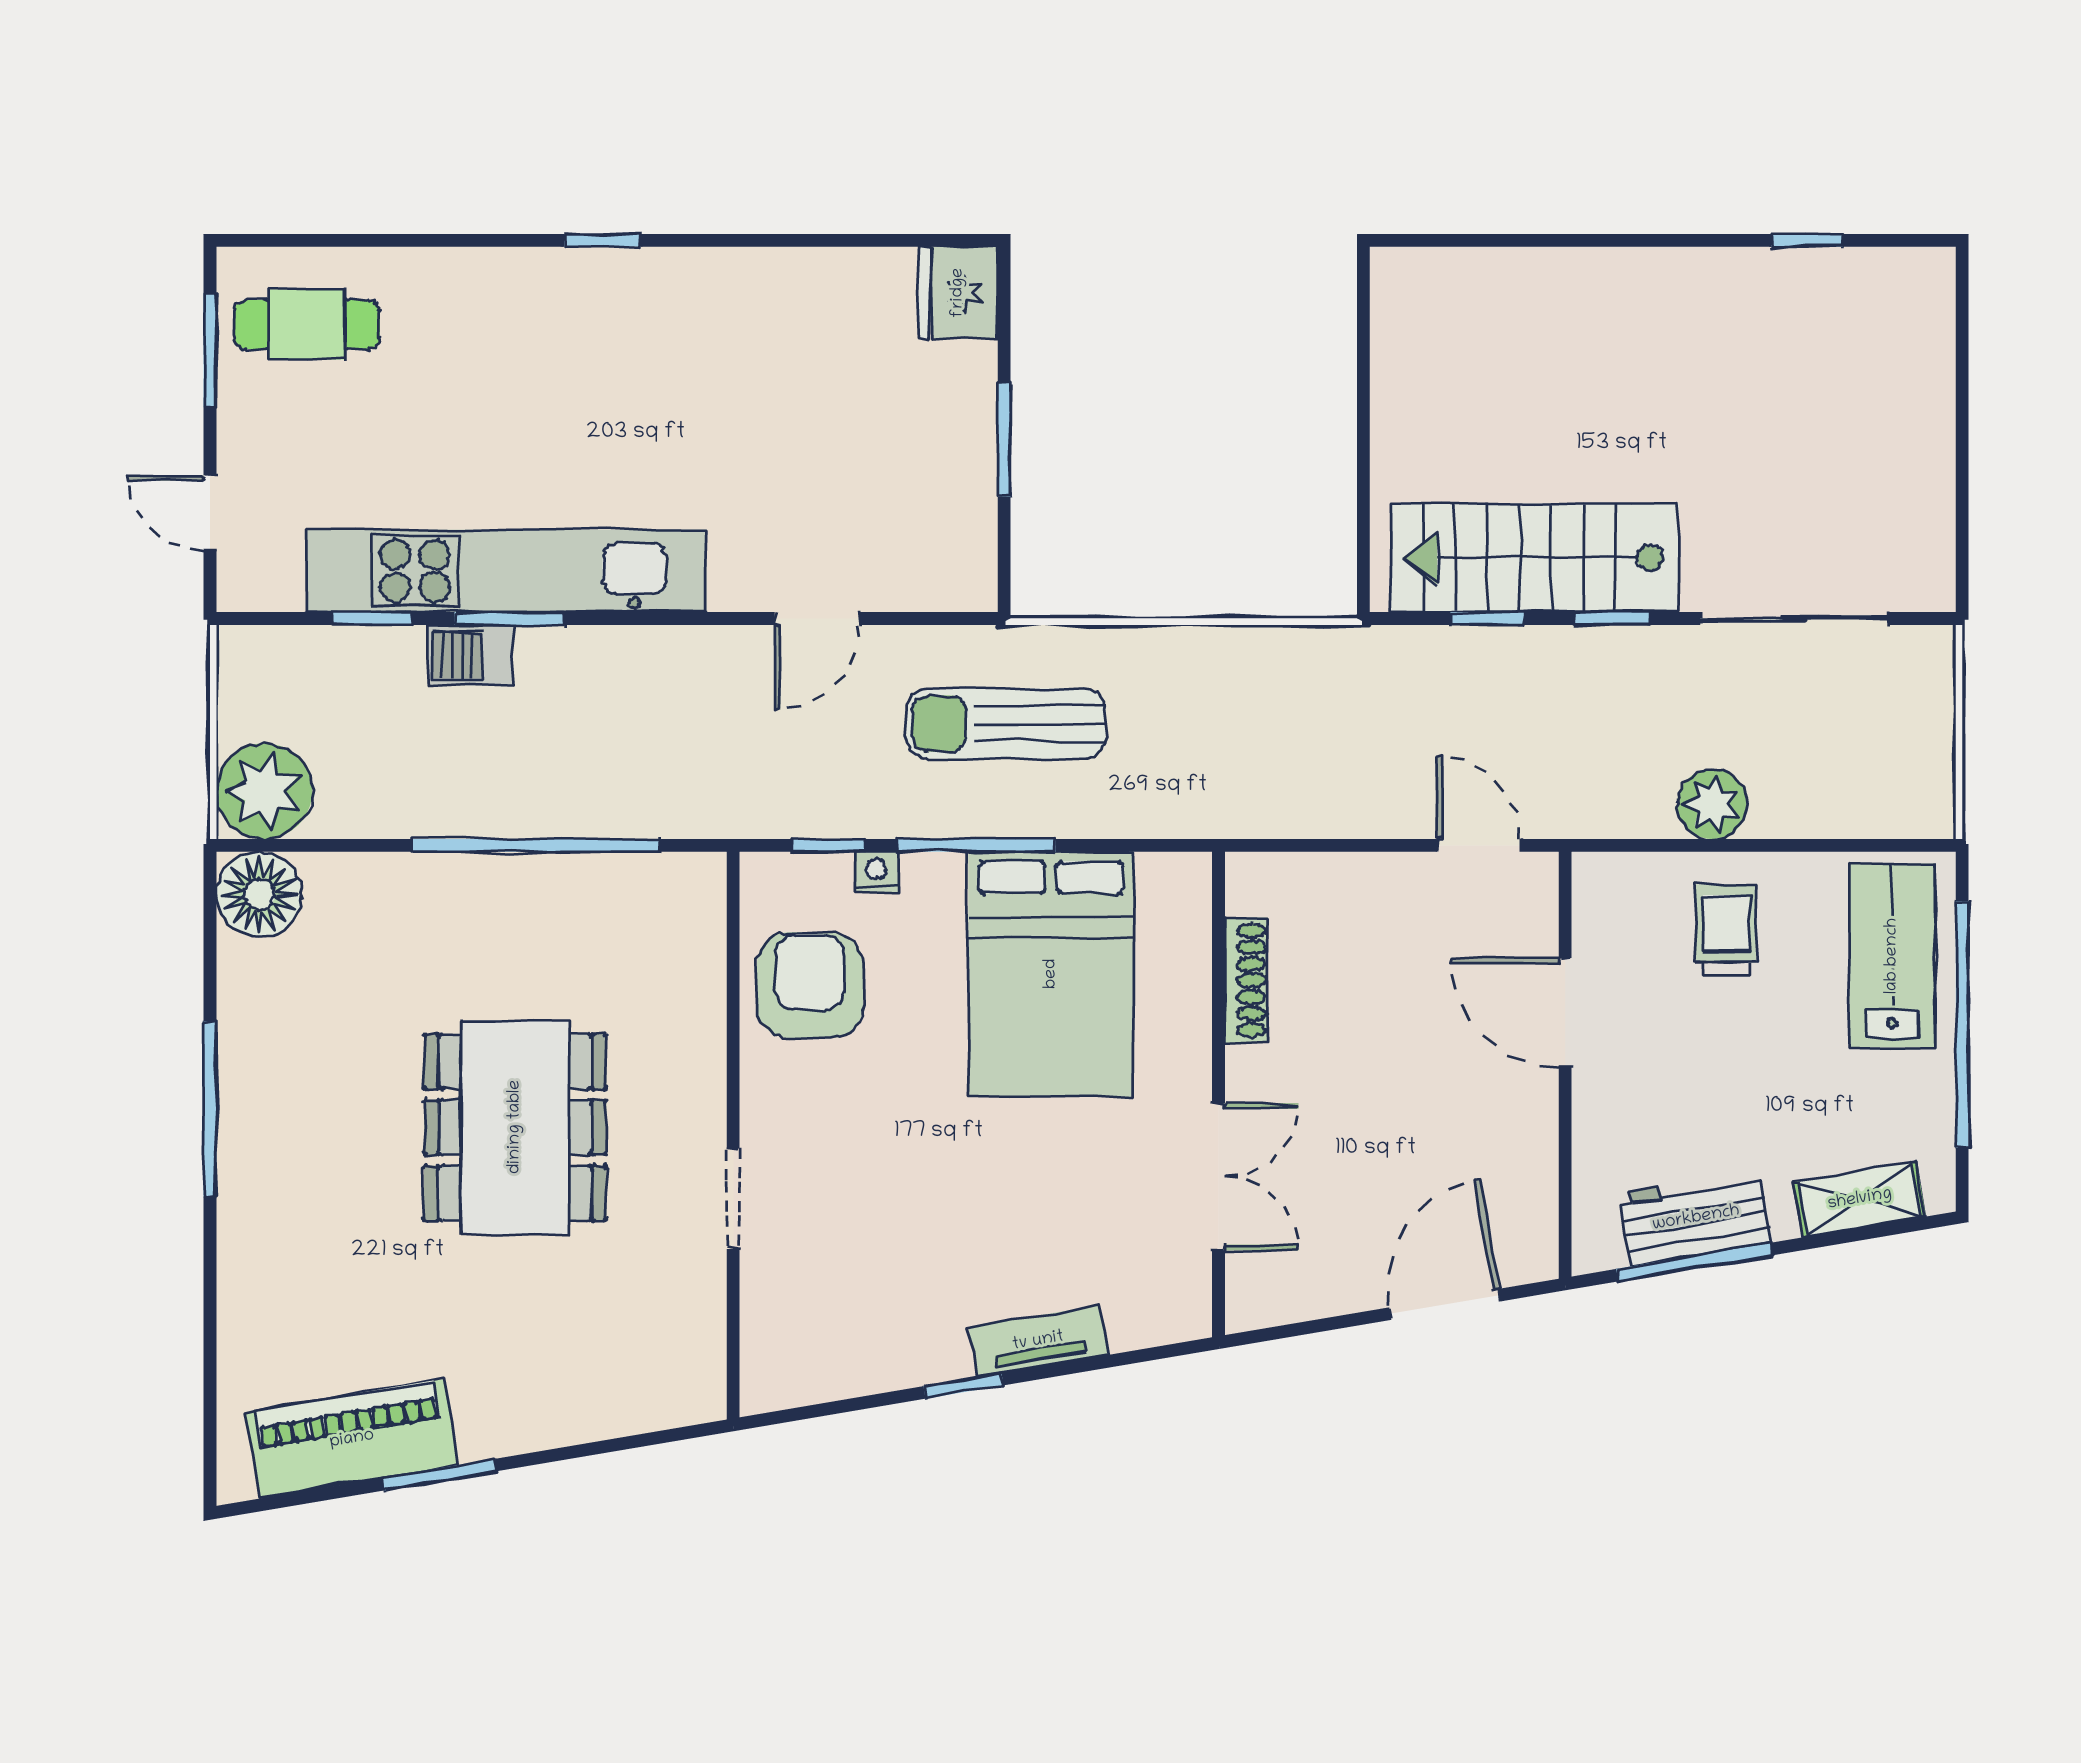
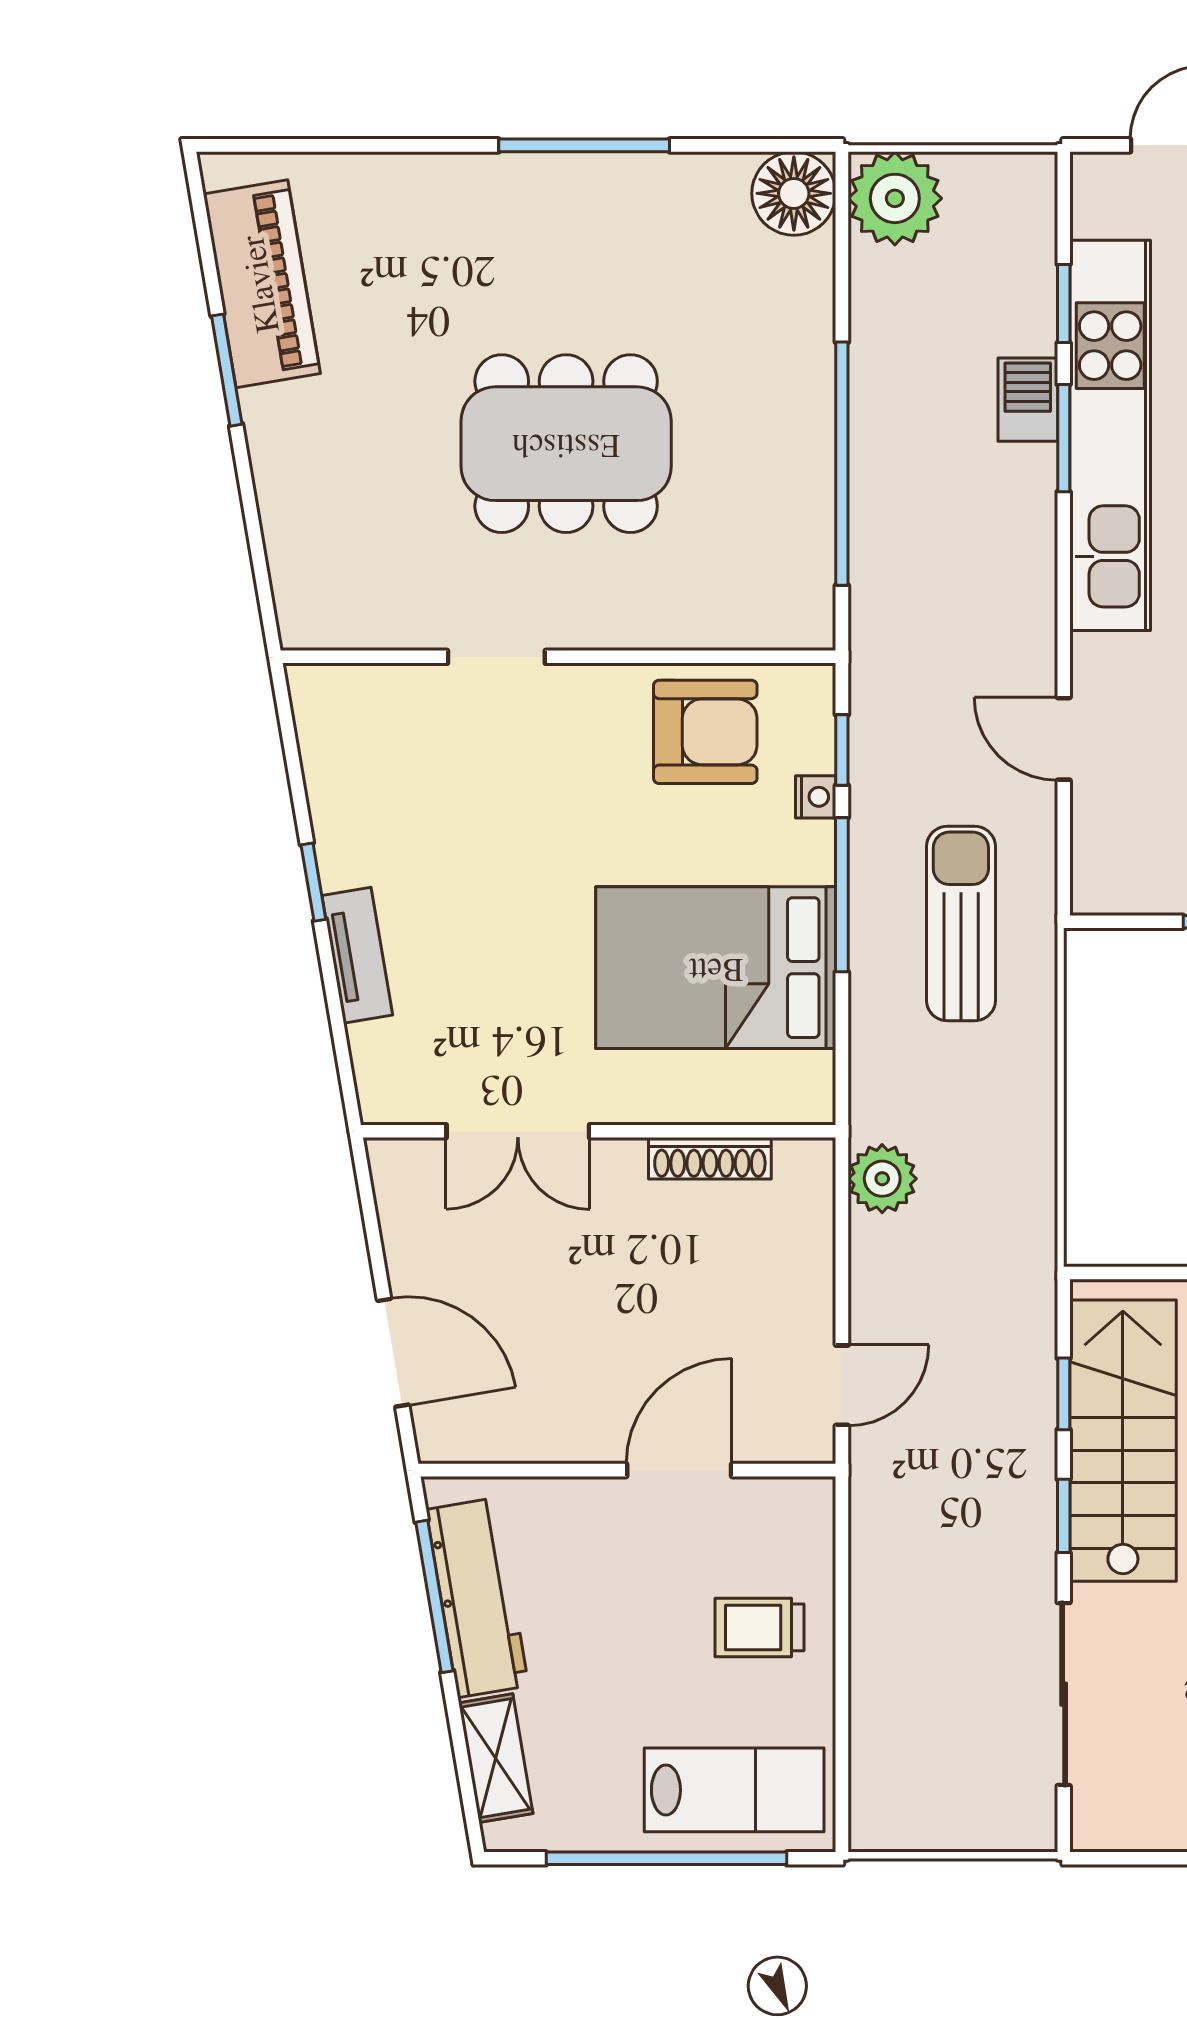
plant: (1712, 804) -> (882, 1179), moved
trolley: (1726, 930) -> (759, 1627), turned 180
workbench: (1696, 1218) -> (477, 1598), width x1.37

